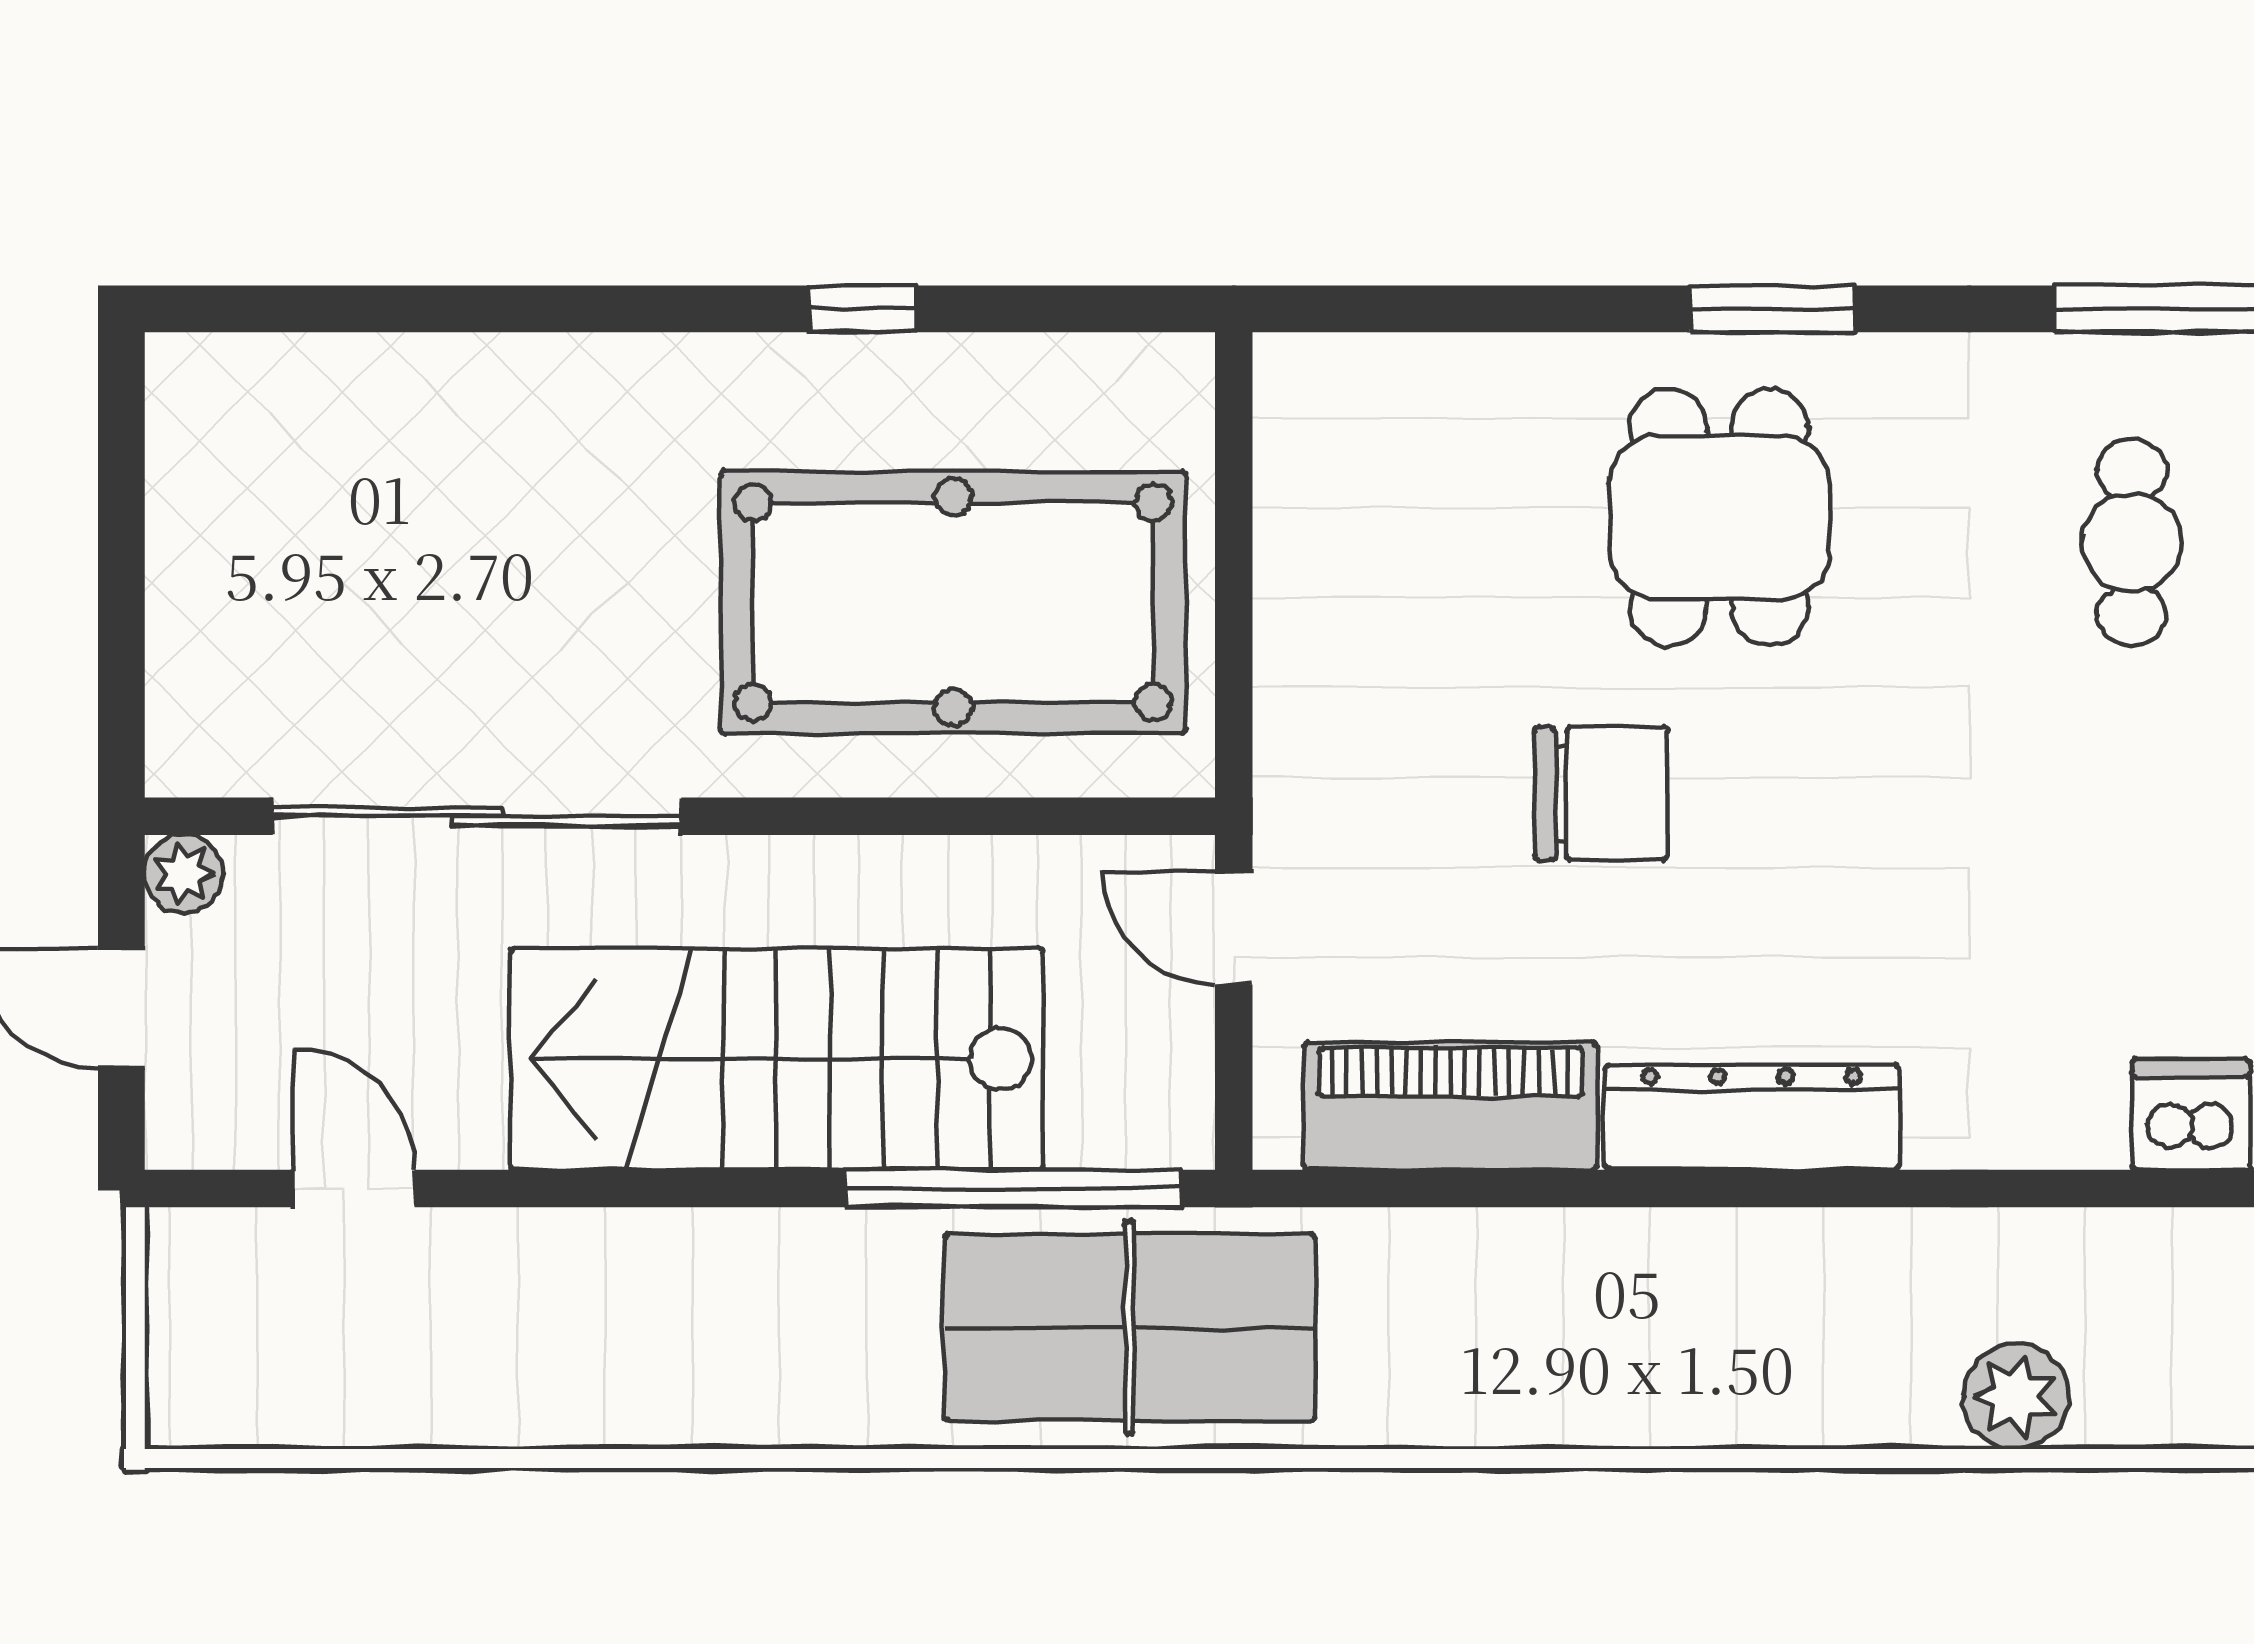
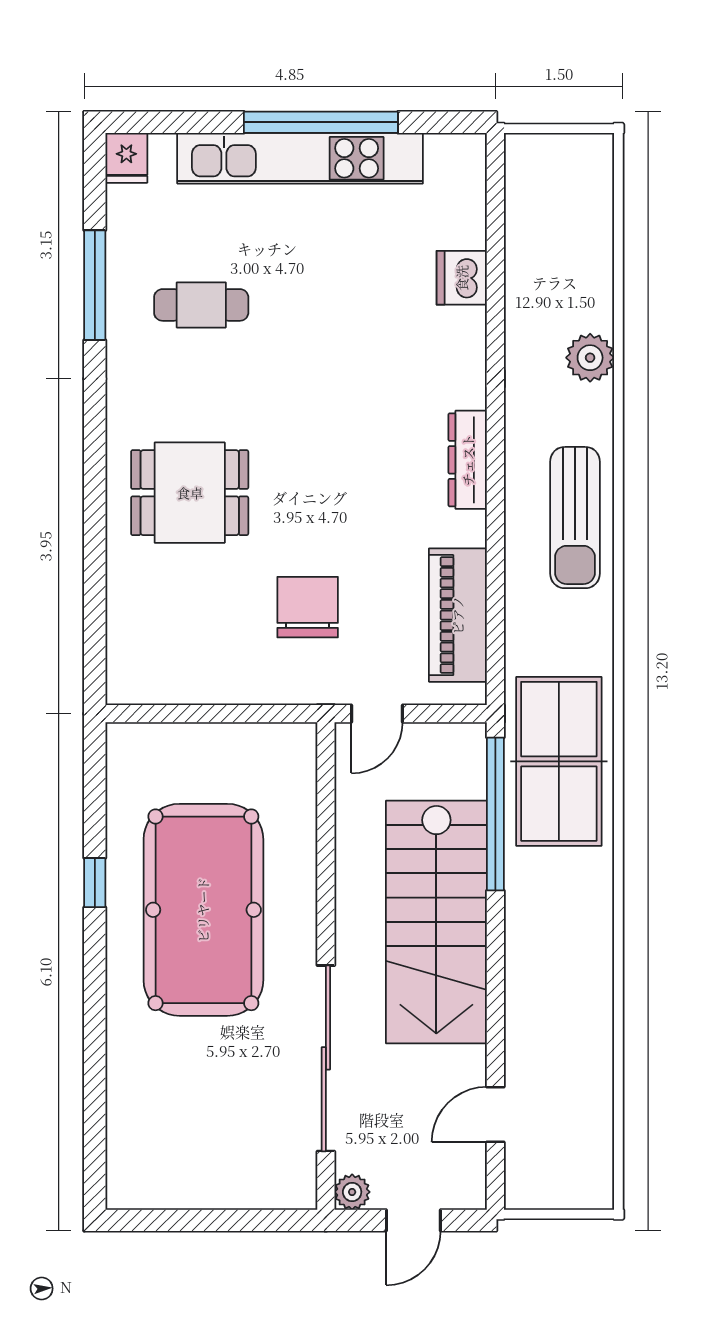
window: (1772, 309) -> (95, 469), removed
pool table: (953, 602) -> (203, 910), moved
chair: (1601, 793) -> (308, 607), moved
dresser: (1752, 1117) -> (468, 460), width x0.73, depth x0.80
sun lounger: (1665, 1363) -> (575, 518), added

